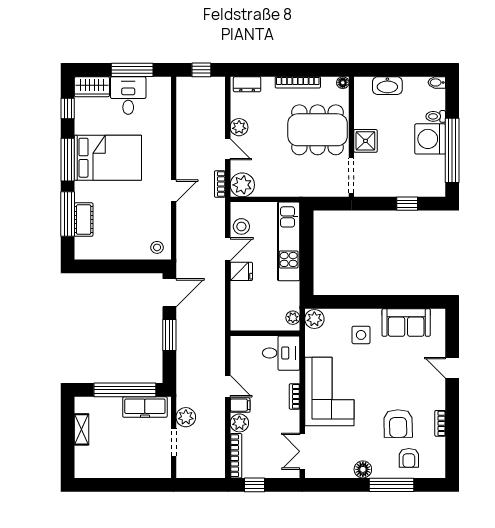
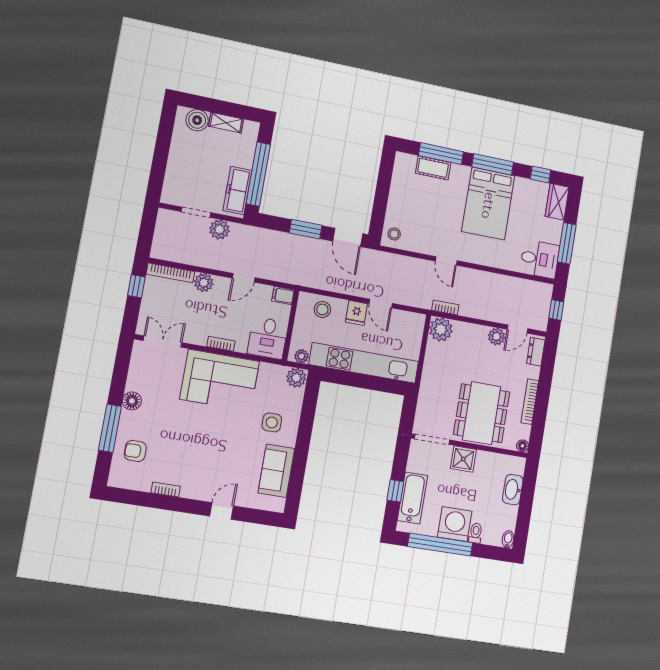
desk: (128, 96) -> (540, 259), moved
door: (228, 149) -> (517, 329), moved
bathtub: (411, 185) -> (412, 498), added
stool: (241, 226) -> (322, 309), moved
kitchen unit: (289, 241) -> (364, 363), width x1.36
filing cabinet: (240, 405) -> (283, 295), moved, turned 90
armchair: (398, 424) -> (174, 446), removed
boiler: (85, 457) -> (197, 120), added

